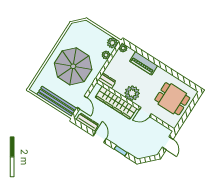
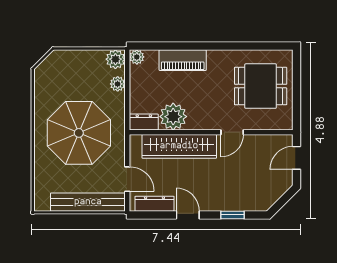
plant: (132, 93) -> (173, 117), moved
door: (168, 143) -> (297, 158), swing flipped

